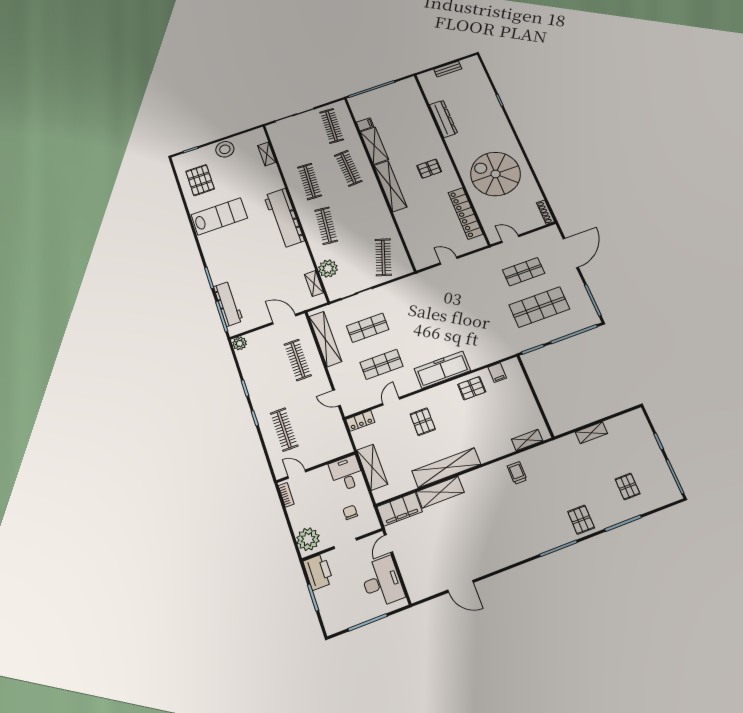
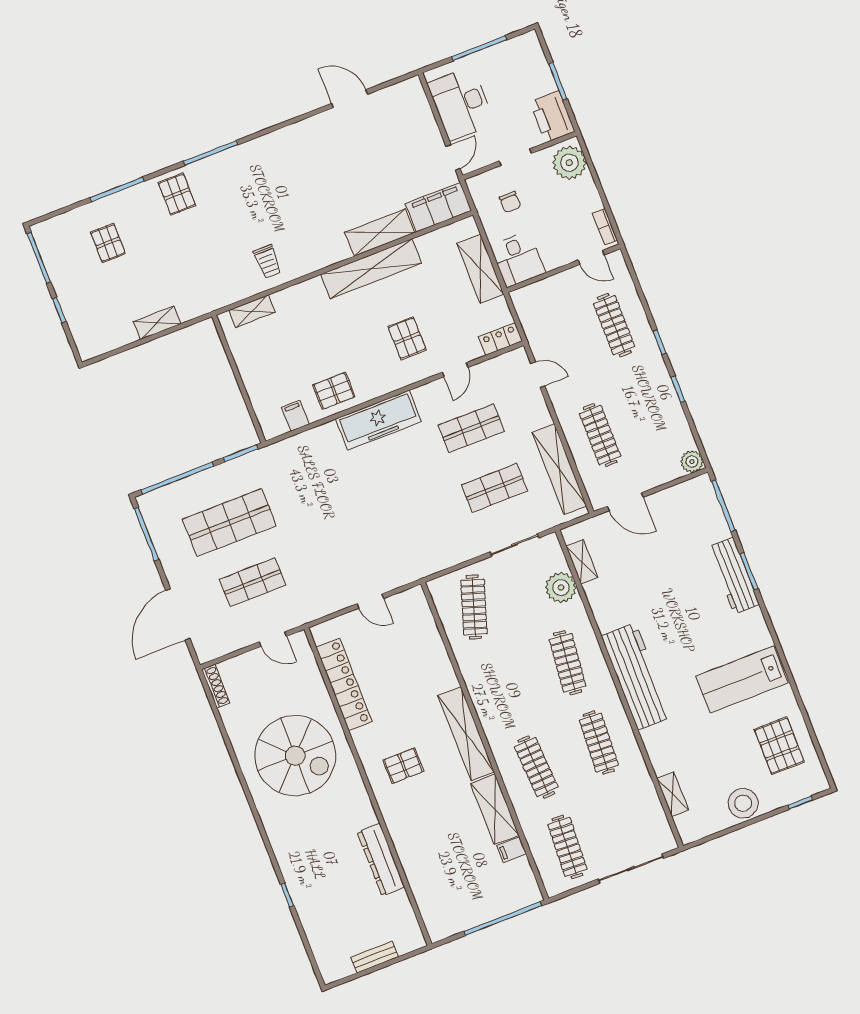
workbench: (228, 304) -> (734, 576), moved

